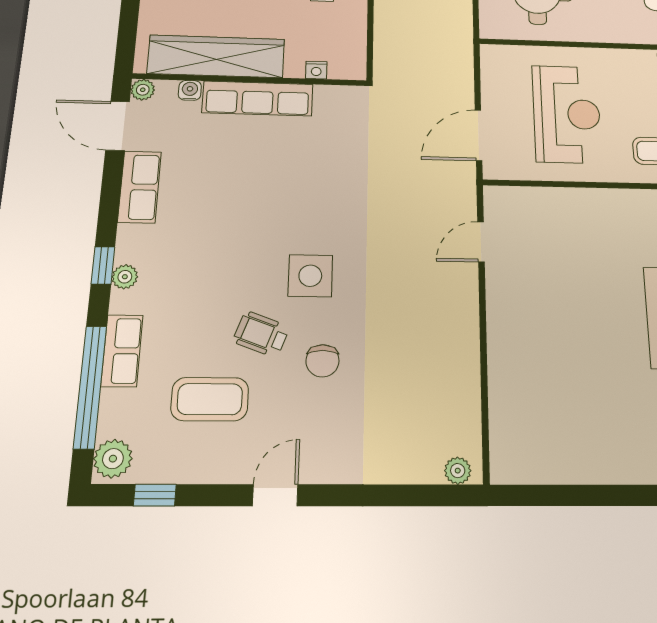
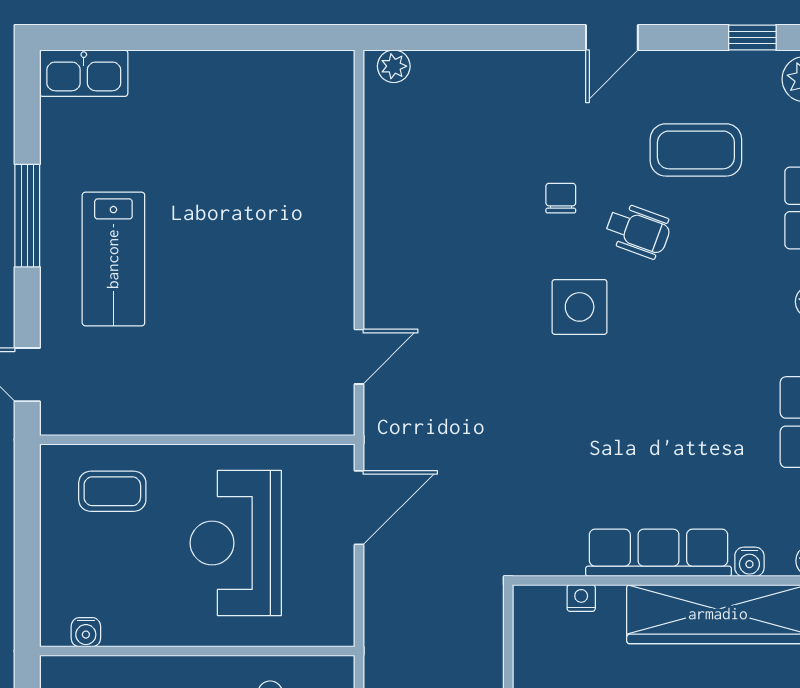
chair: (323, 361) -> (561, 198), width x0.73, depth x0.73

